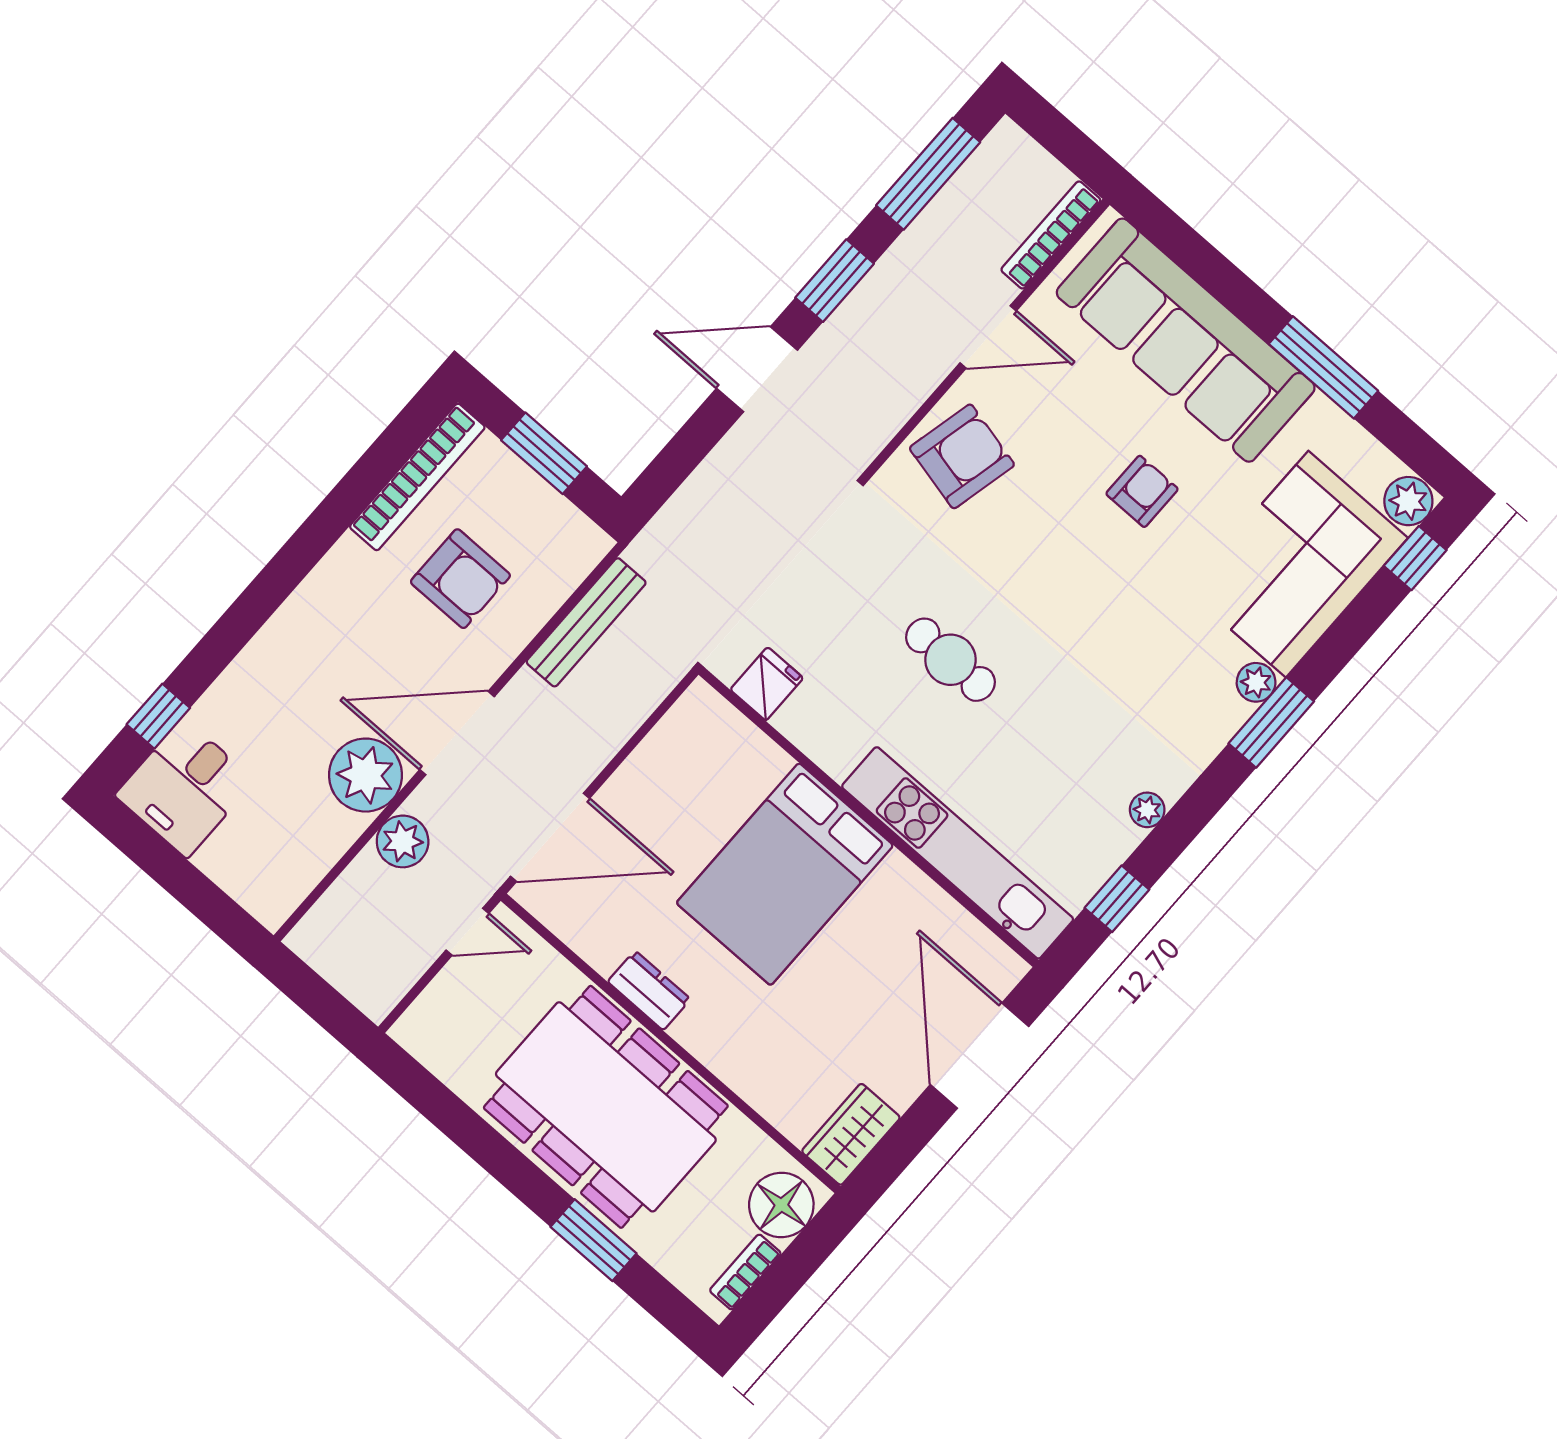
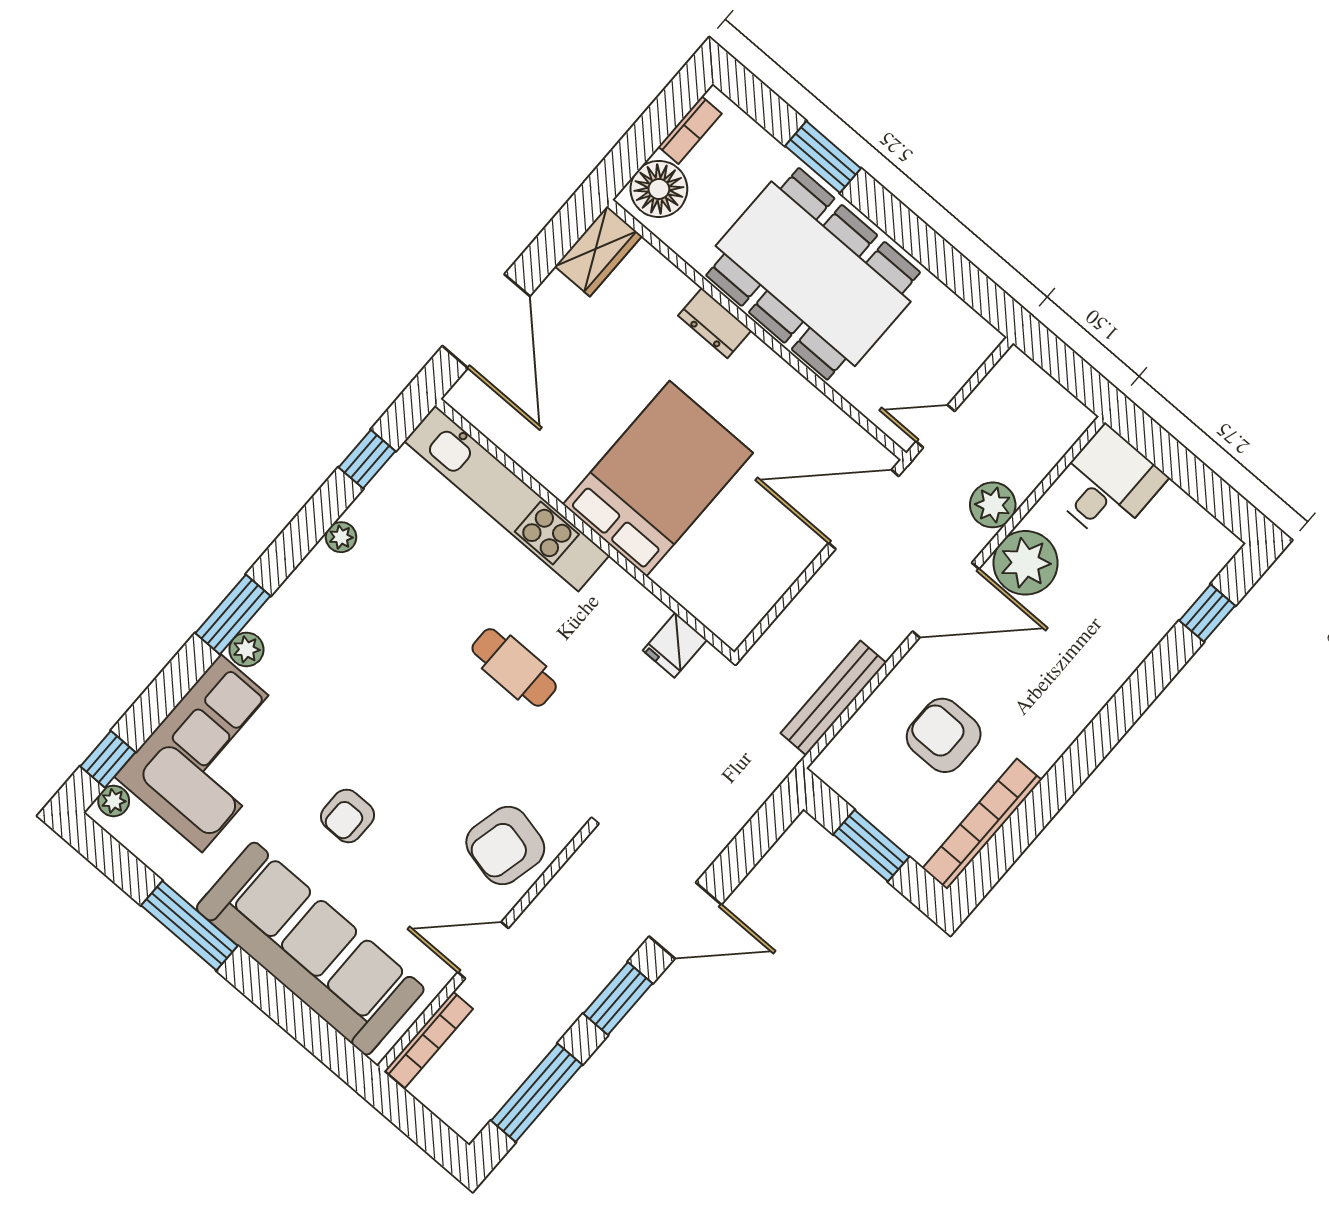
plant: (1408, 501) -> (114, 801), width x0.73, depth x0.73
desk: (185, 788) -> (1107, 485), moved
dresser: (649, 990) -> (715, 323), moved

